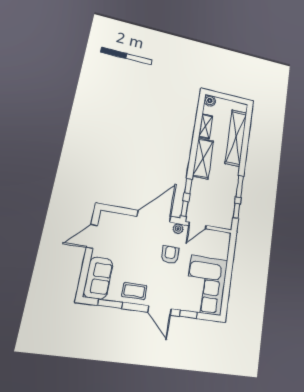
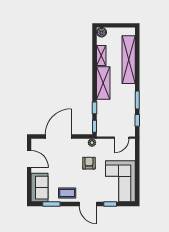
door: (154, 216) -> (58, 137), moved
door: (197, 225) -> (122, 138), moved
door: (92, 236) -> (29, 159), swing flipped

